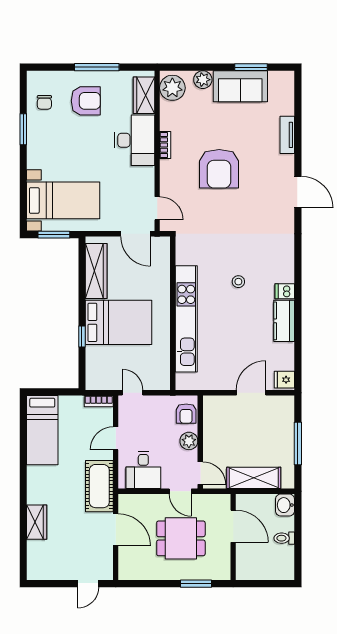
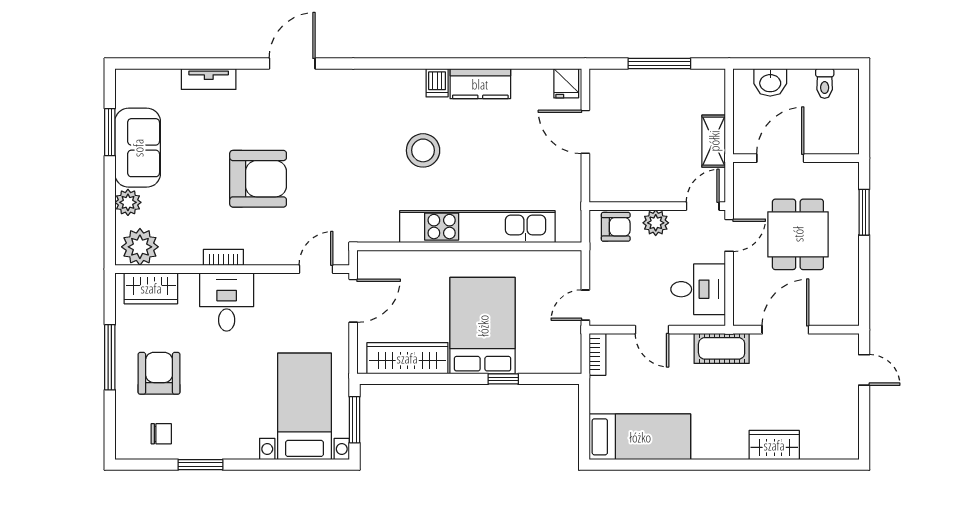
desk: (135, 140) -> (227, 302), width x0.73
stool: (238, 282) -> (423, 150), width x1.89, depth x1.89
shelving: (254, 478) -> (714, 141), width x0.67, depth x0.75
cot: (99, 486) -> (722, 348), width x0.73, depth x0.75
washbasin: (285, 505) -> (770, 82), moved
toilet: (284, 538) -> (825, 83), moved

